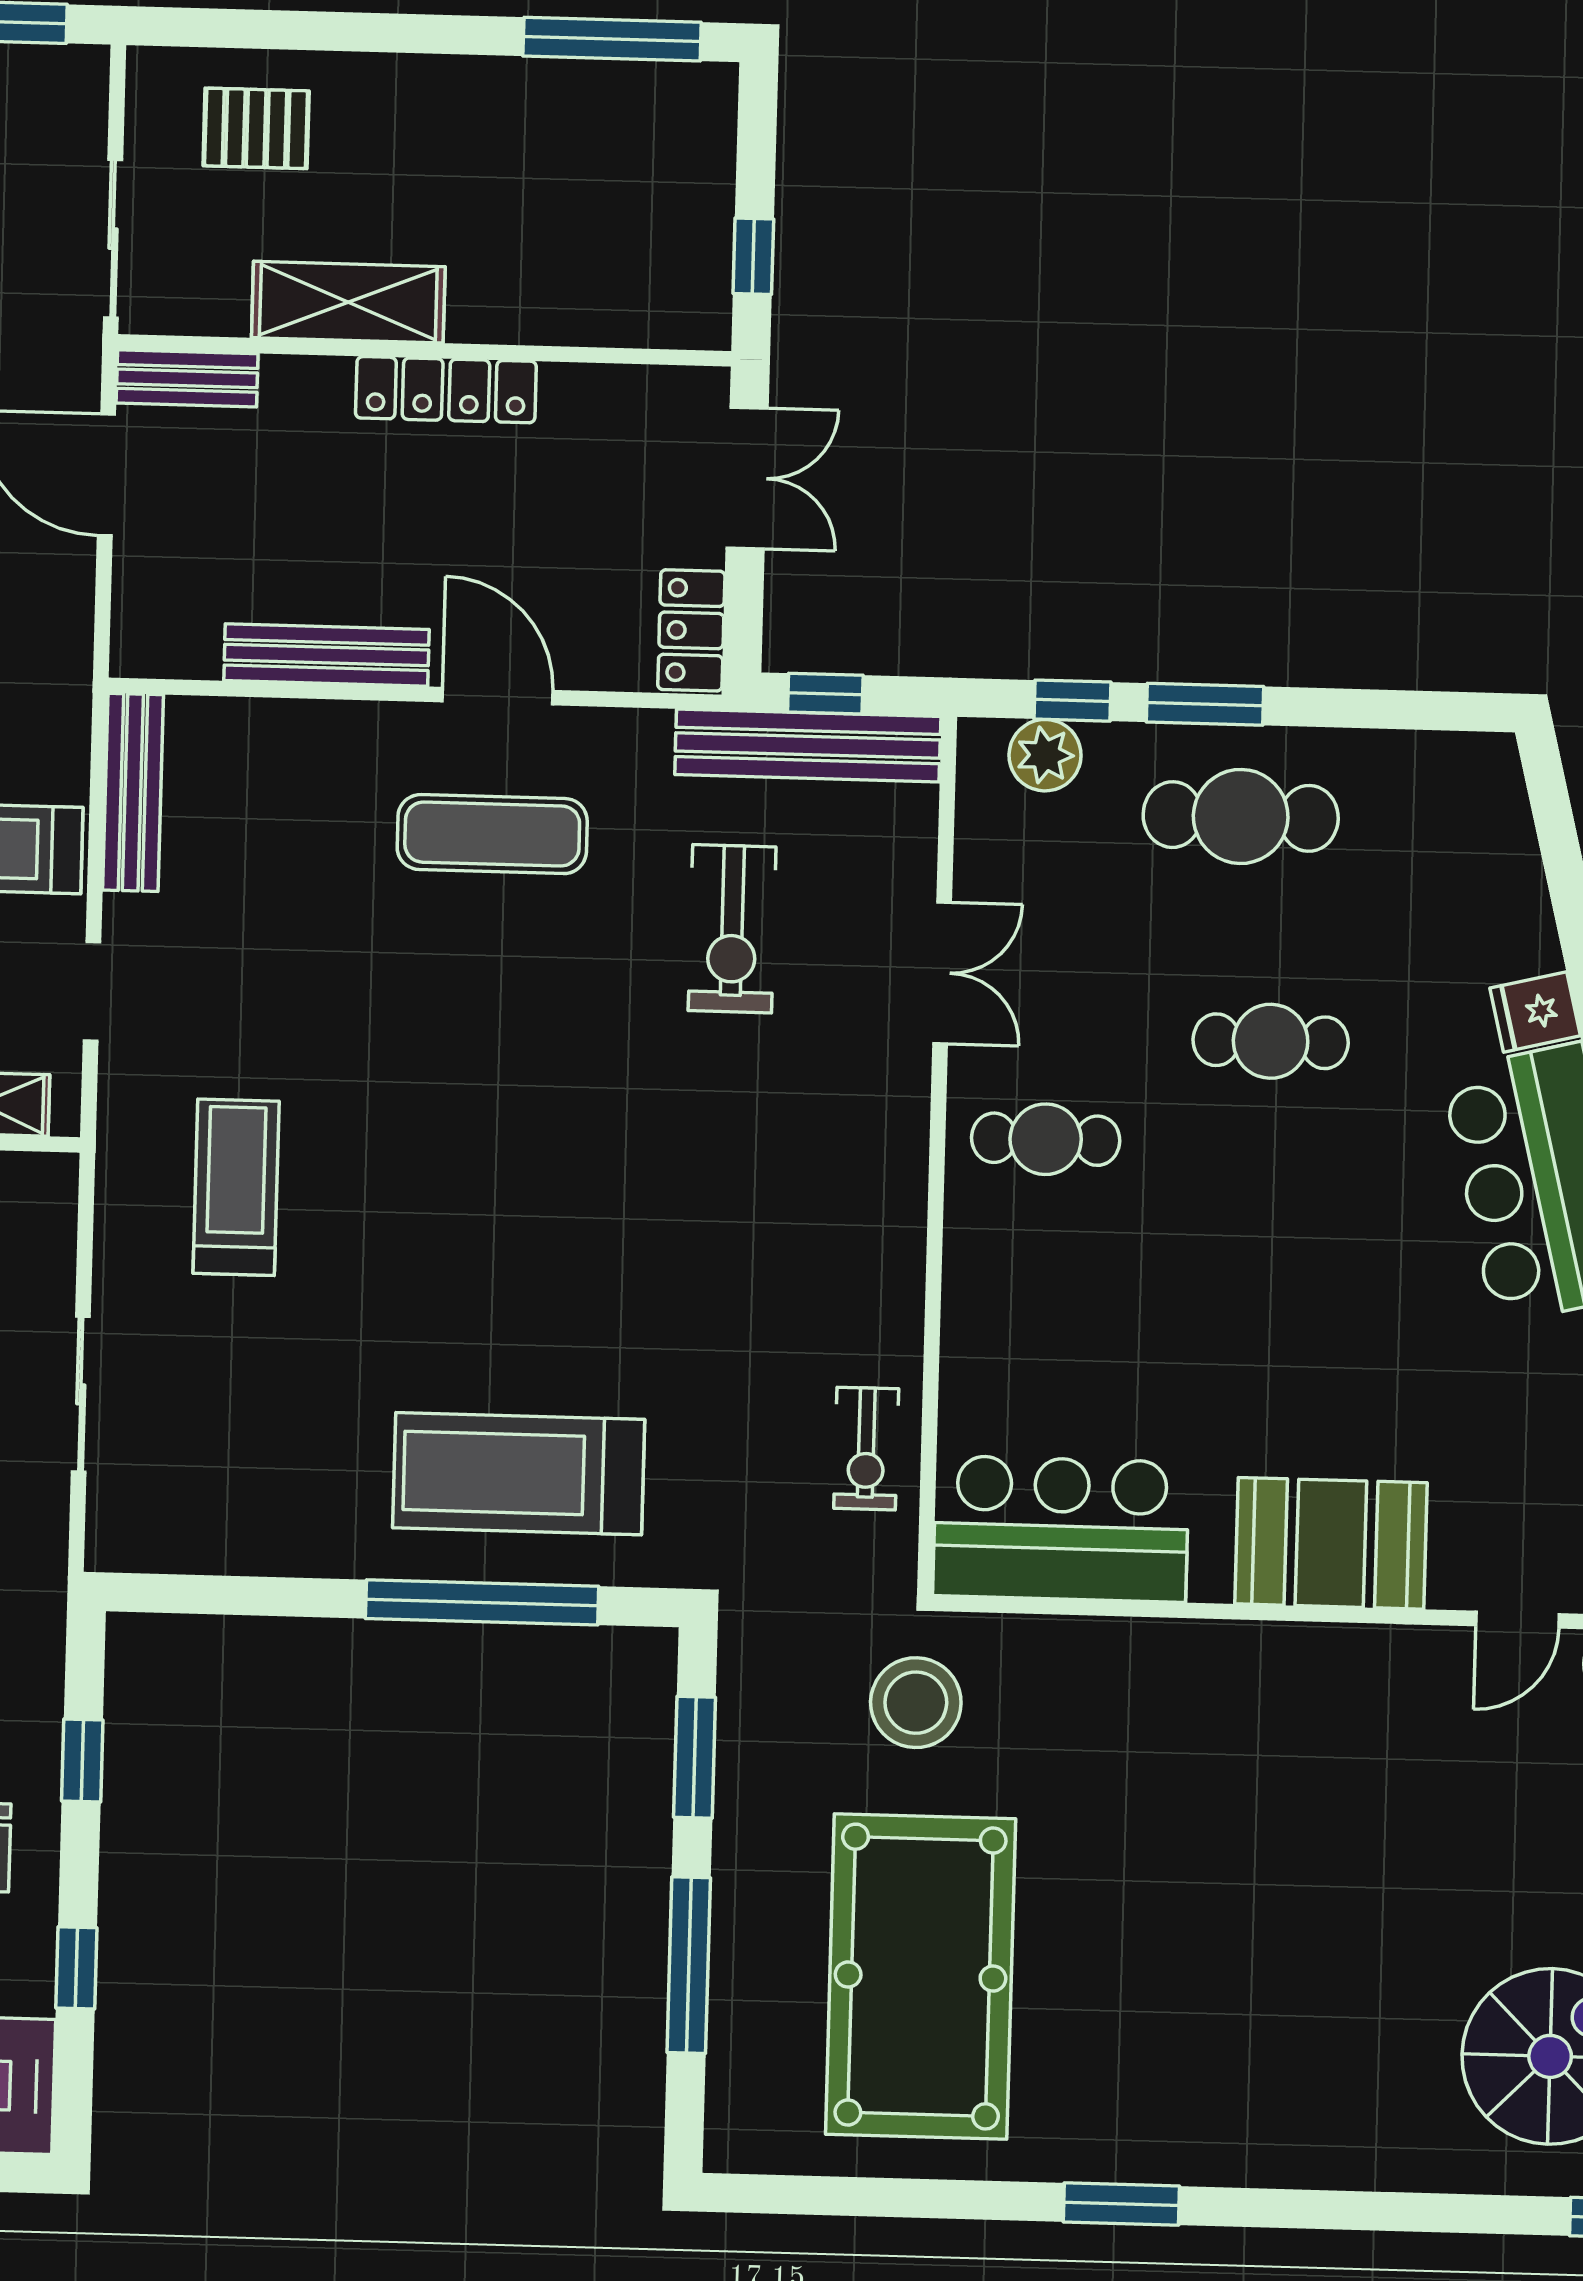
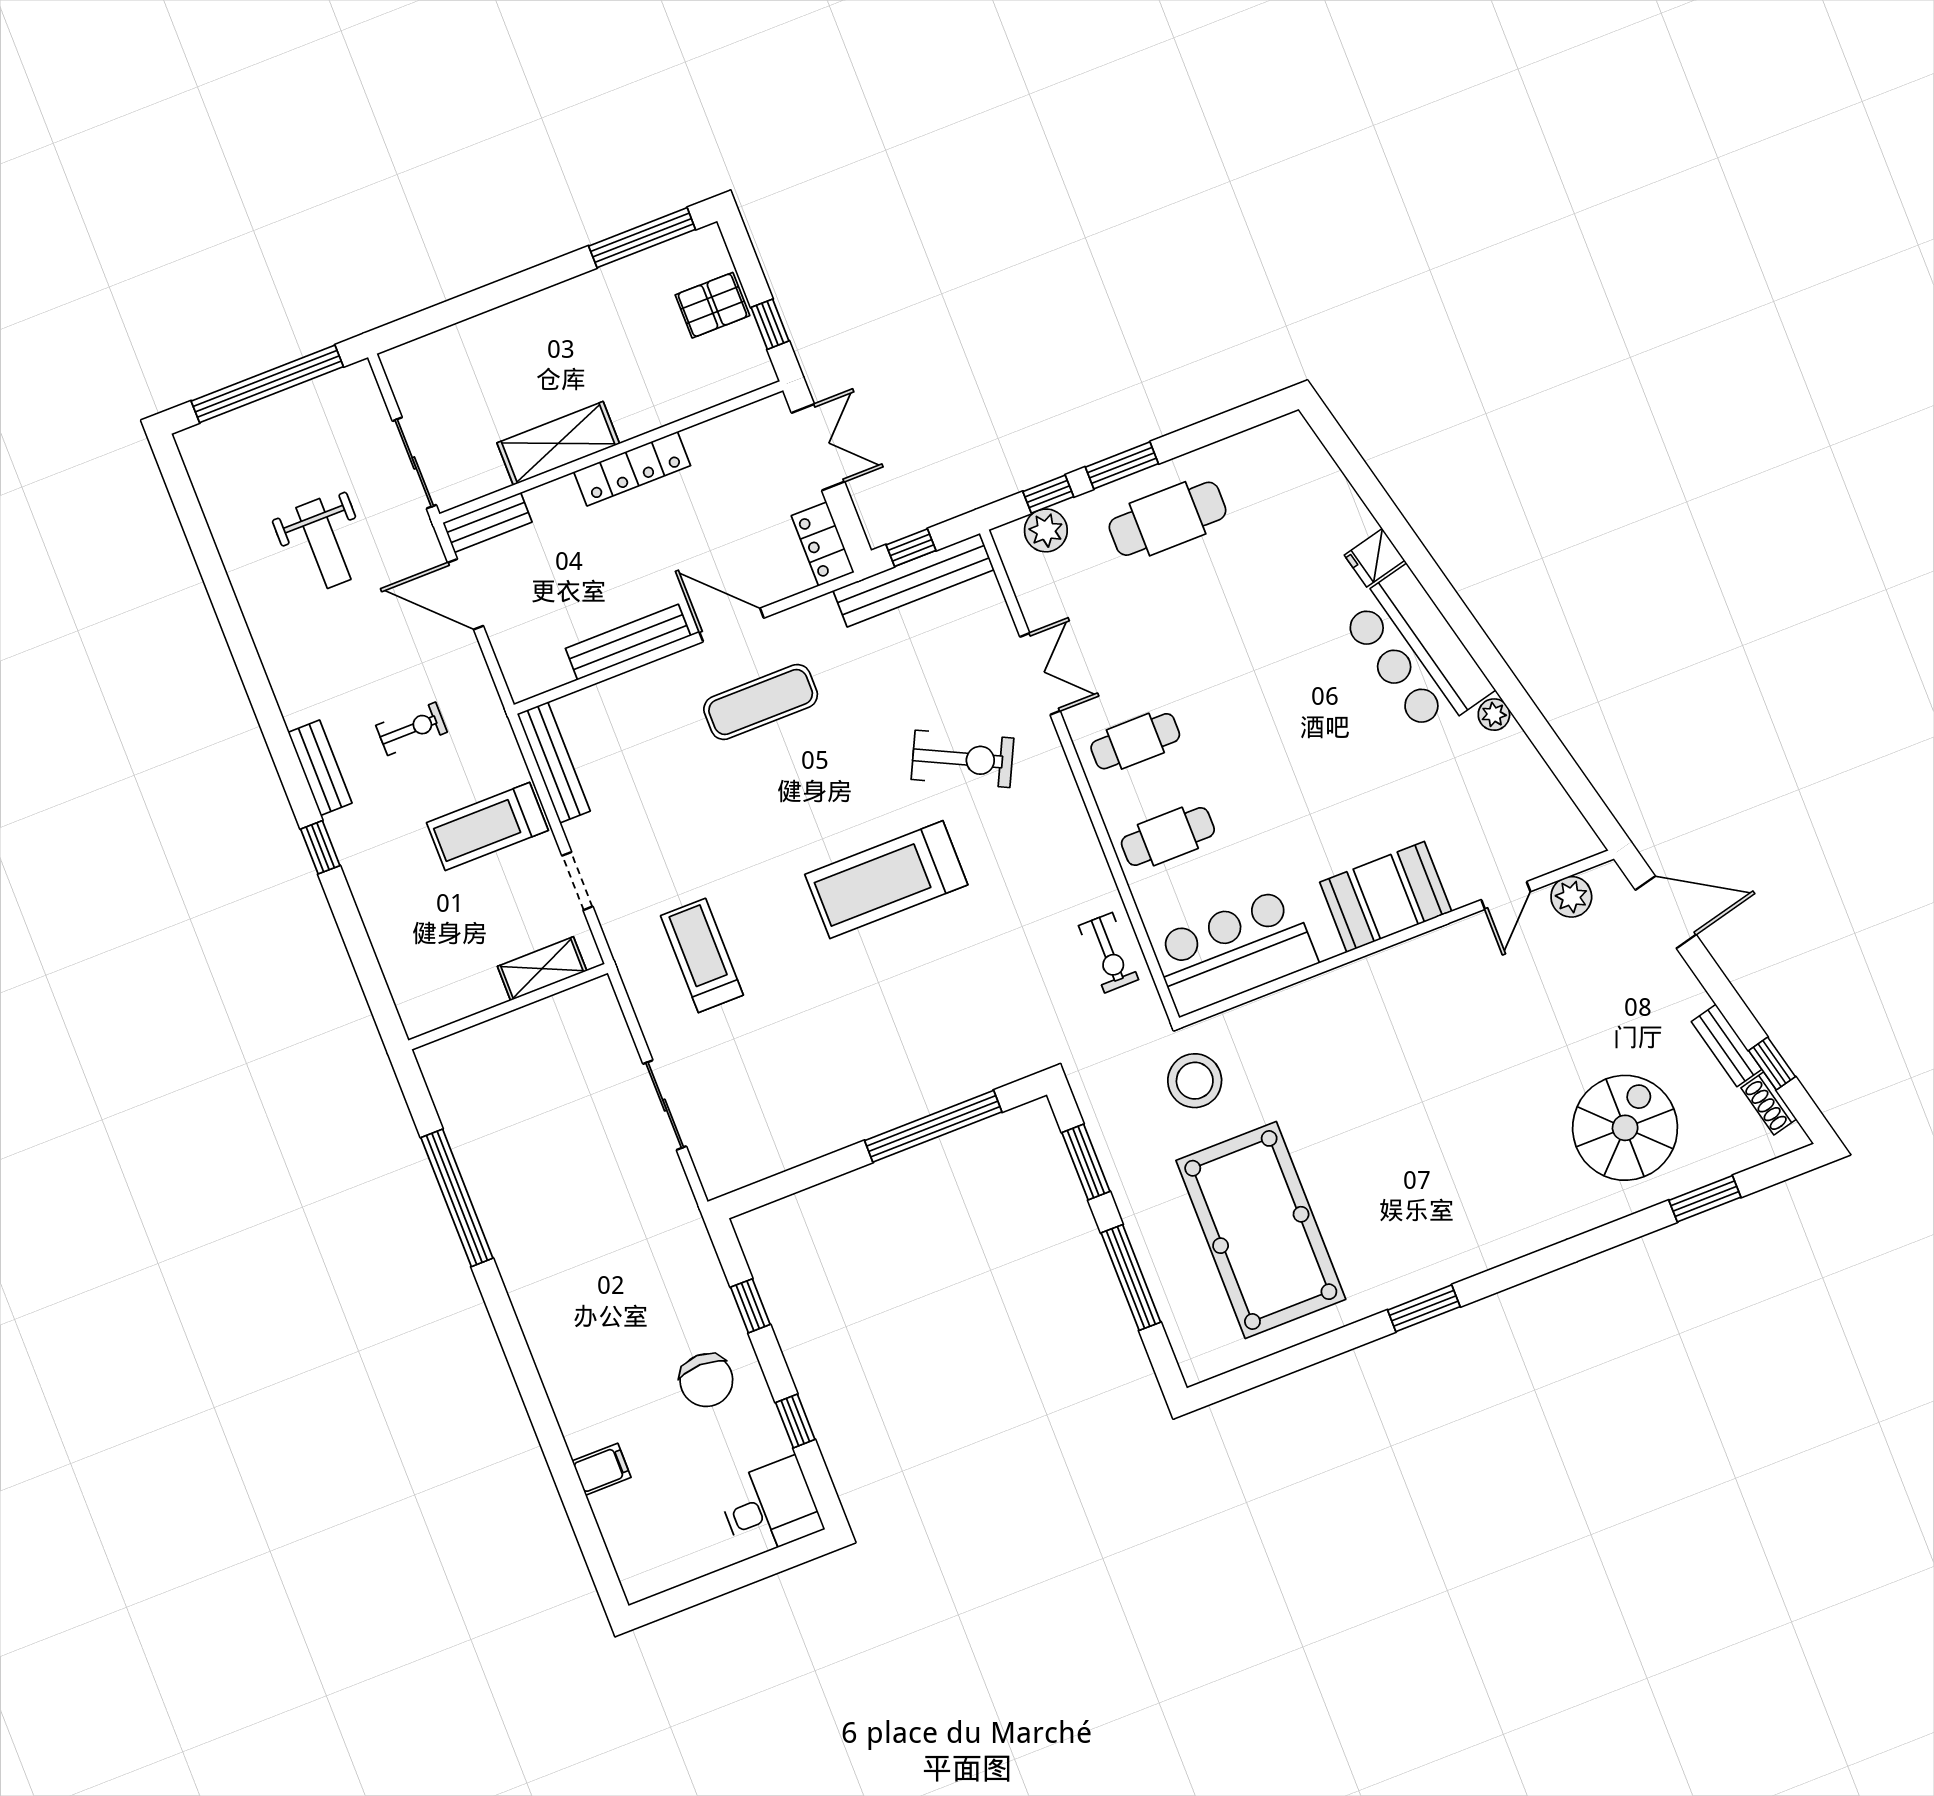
pallet: (256, 128) -> (712, 305), moved
exercise bike: (732, 929) -> (963, 759), moved, turned -64
cafe table: (1271, 1041) -> (1168, 837), moved
treadmill: (519, 1474) -> (886, 880), moved

